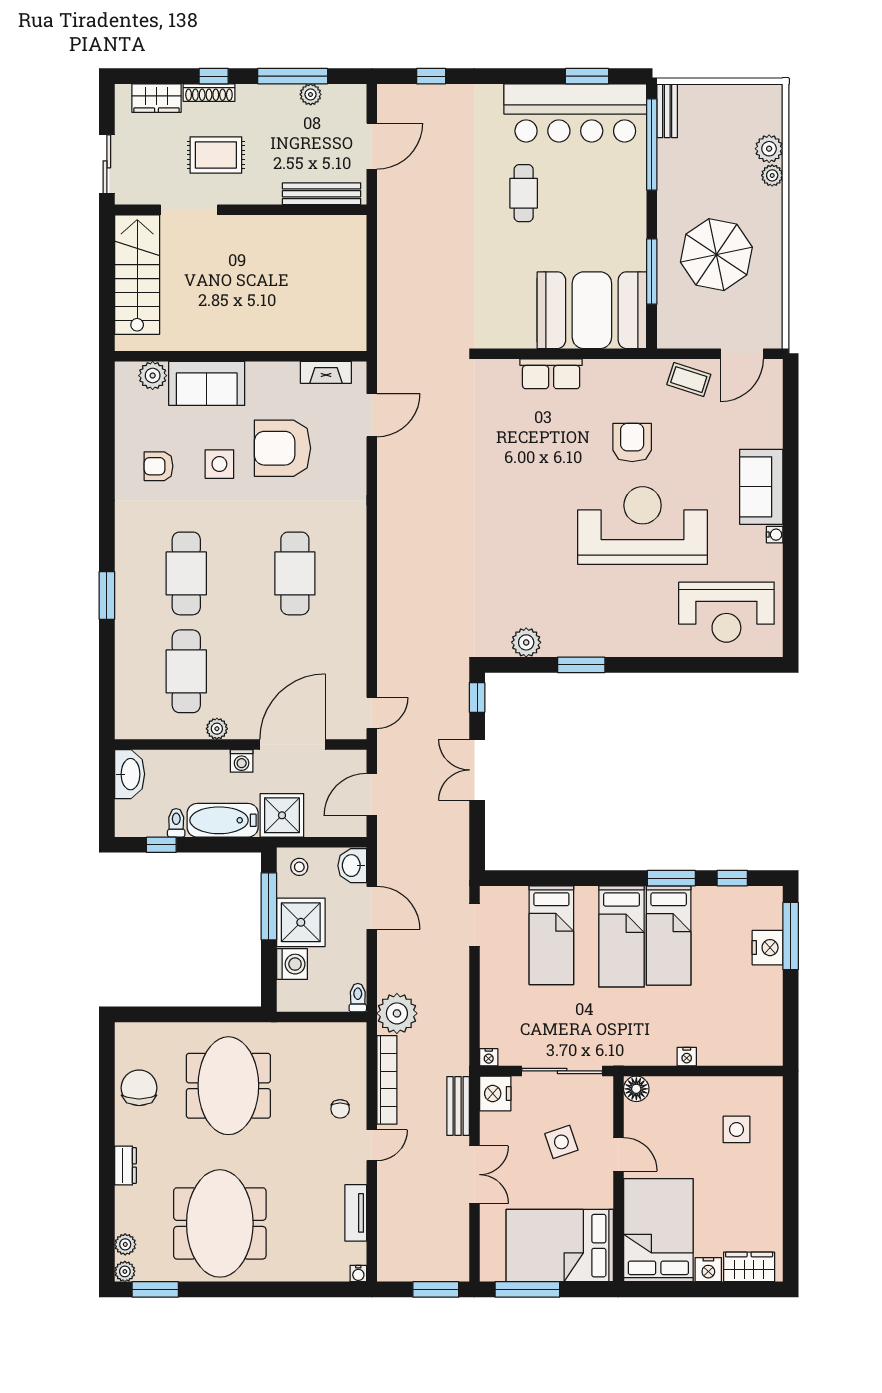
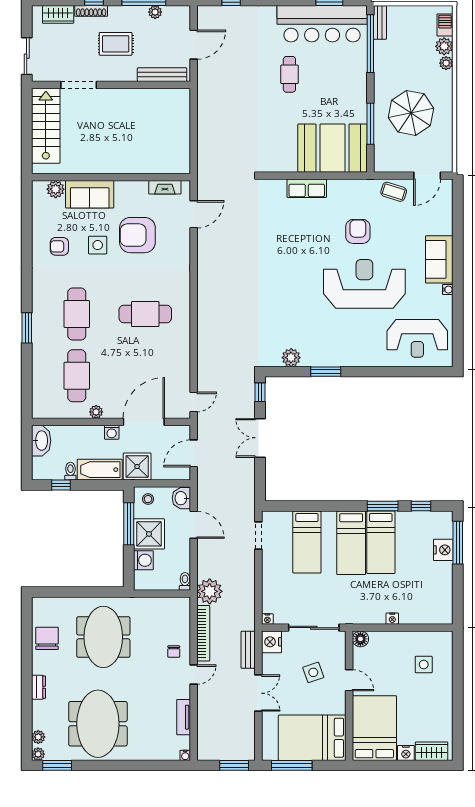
barbecue: (770, 115) -> (445, 25), added
rug: (216, 155) -> (116, 44), moved
cafe table: (295, 573) -> (145, 314), turned 90

